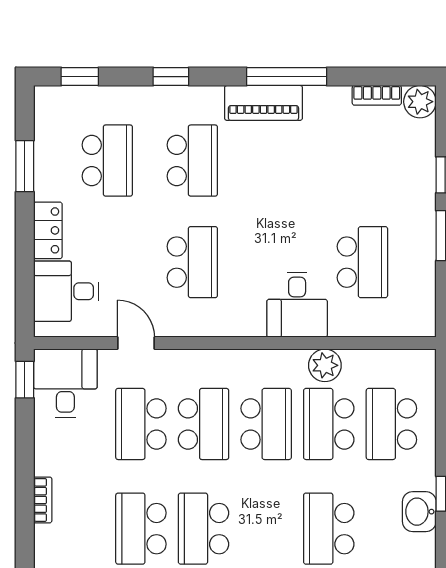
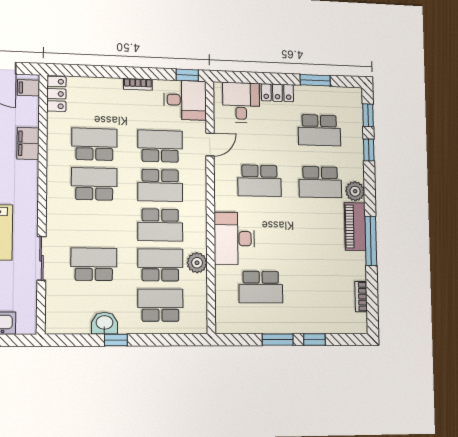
window: (171, 77) -> (369, 150), moved
plant: (420, 102) -> (355, 191), moved
desk: (297, 305) -> (234, 239), width x1.37
bookcase: (43, 500) -> (138, 84), moved

